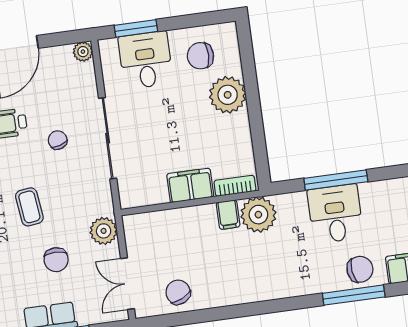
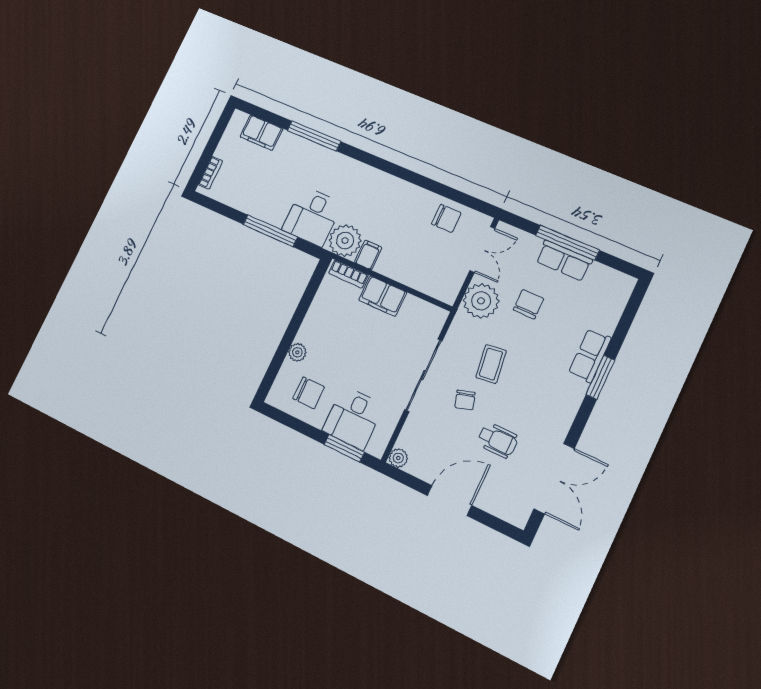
plant: (228, 95) -> (297, 352), width x0.53, depth x0.53
coffee table: (29, 207) -> (491, 364), moved
desk: (335, 214) -> (312, 216), moved
plant: (104, 231) -> (481, 301), width x1.36, depth x1.36
chair: (360, 269) -> (297, 152), removed
chair: (178, 292) -> (446, 218), turned -65

